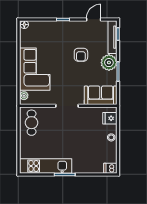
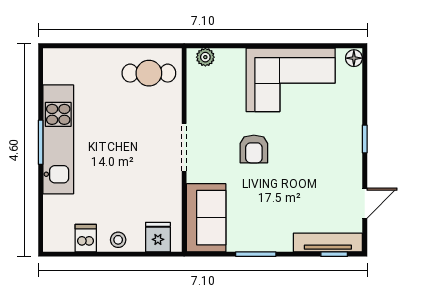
door: (94, 19) -> (365, 203), hinge flipped
armchair: (81, 55) -> (254, 149), moved, turned -90
plant: (109, 63) -> (275, 235), removed
corner sofa: (35, 69) -> (291, 80), moved
kitchen unit: (46, 166) -> (58, 139), moved
dishwasher: (110, 168) -> (86, 238), moved

